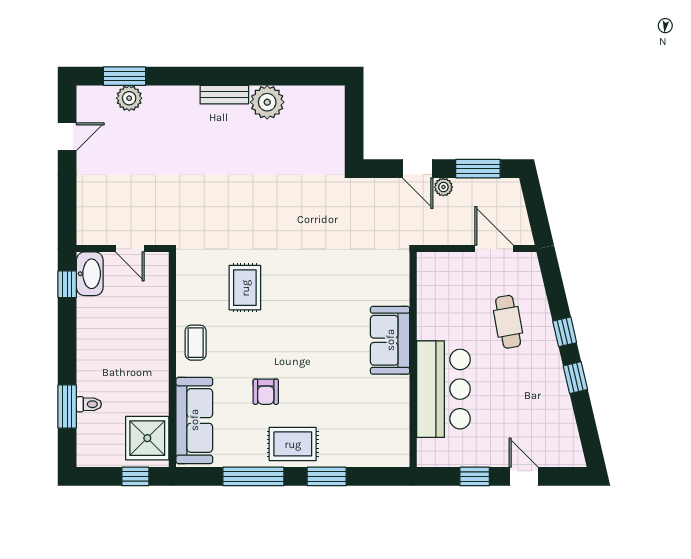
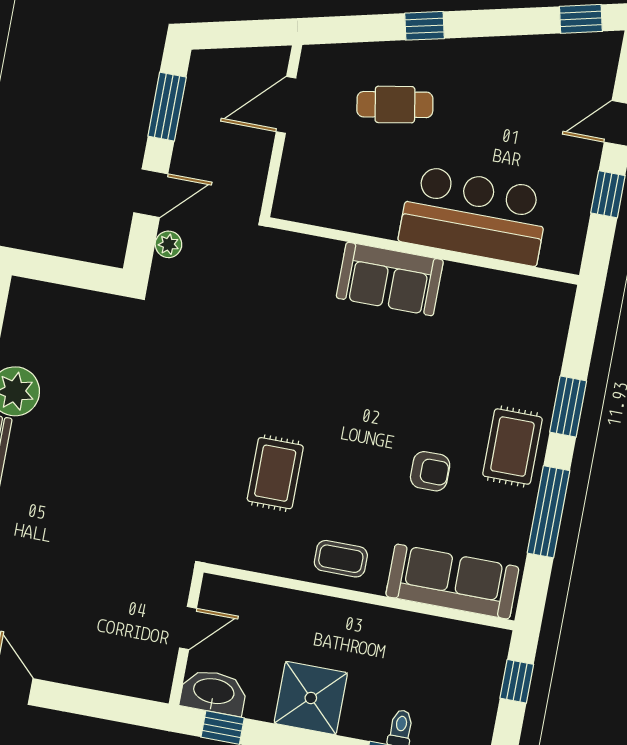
plant: (443, 187) -> (168, 244), moved
rug: (245, 288) -> (275, 473), turned 90
window: (575, 378) -> (581, 19), moved
shower: (147, 438) -> (311, 698), moved

